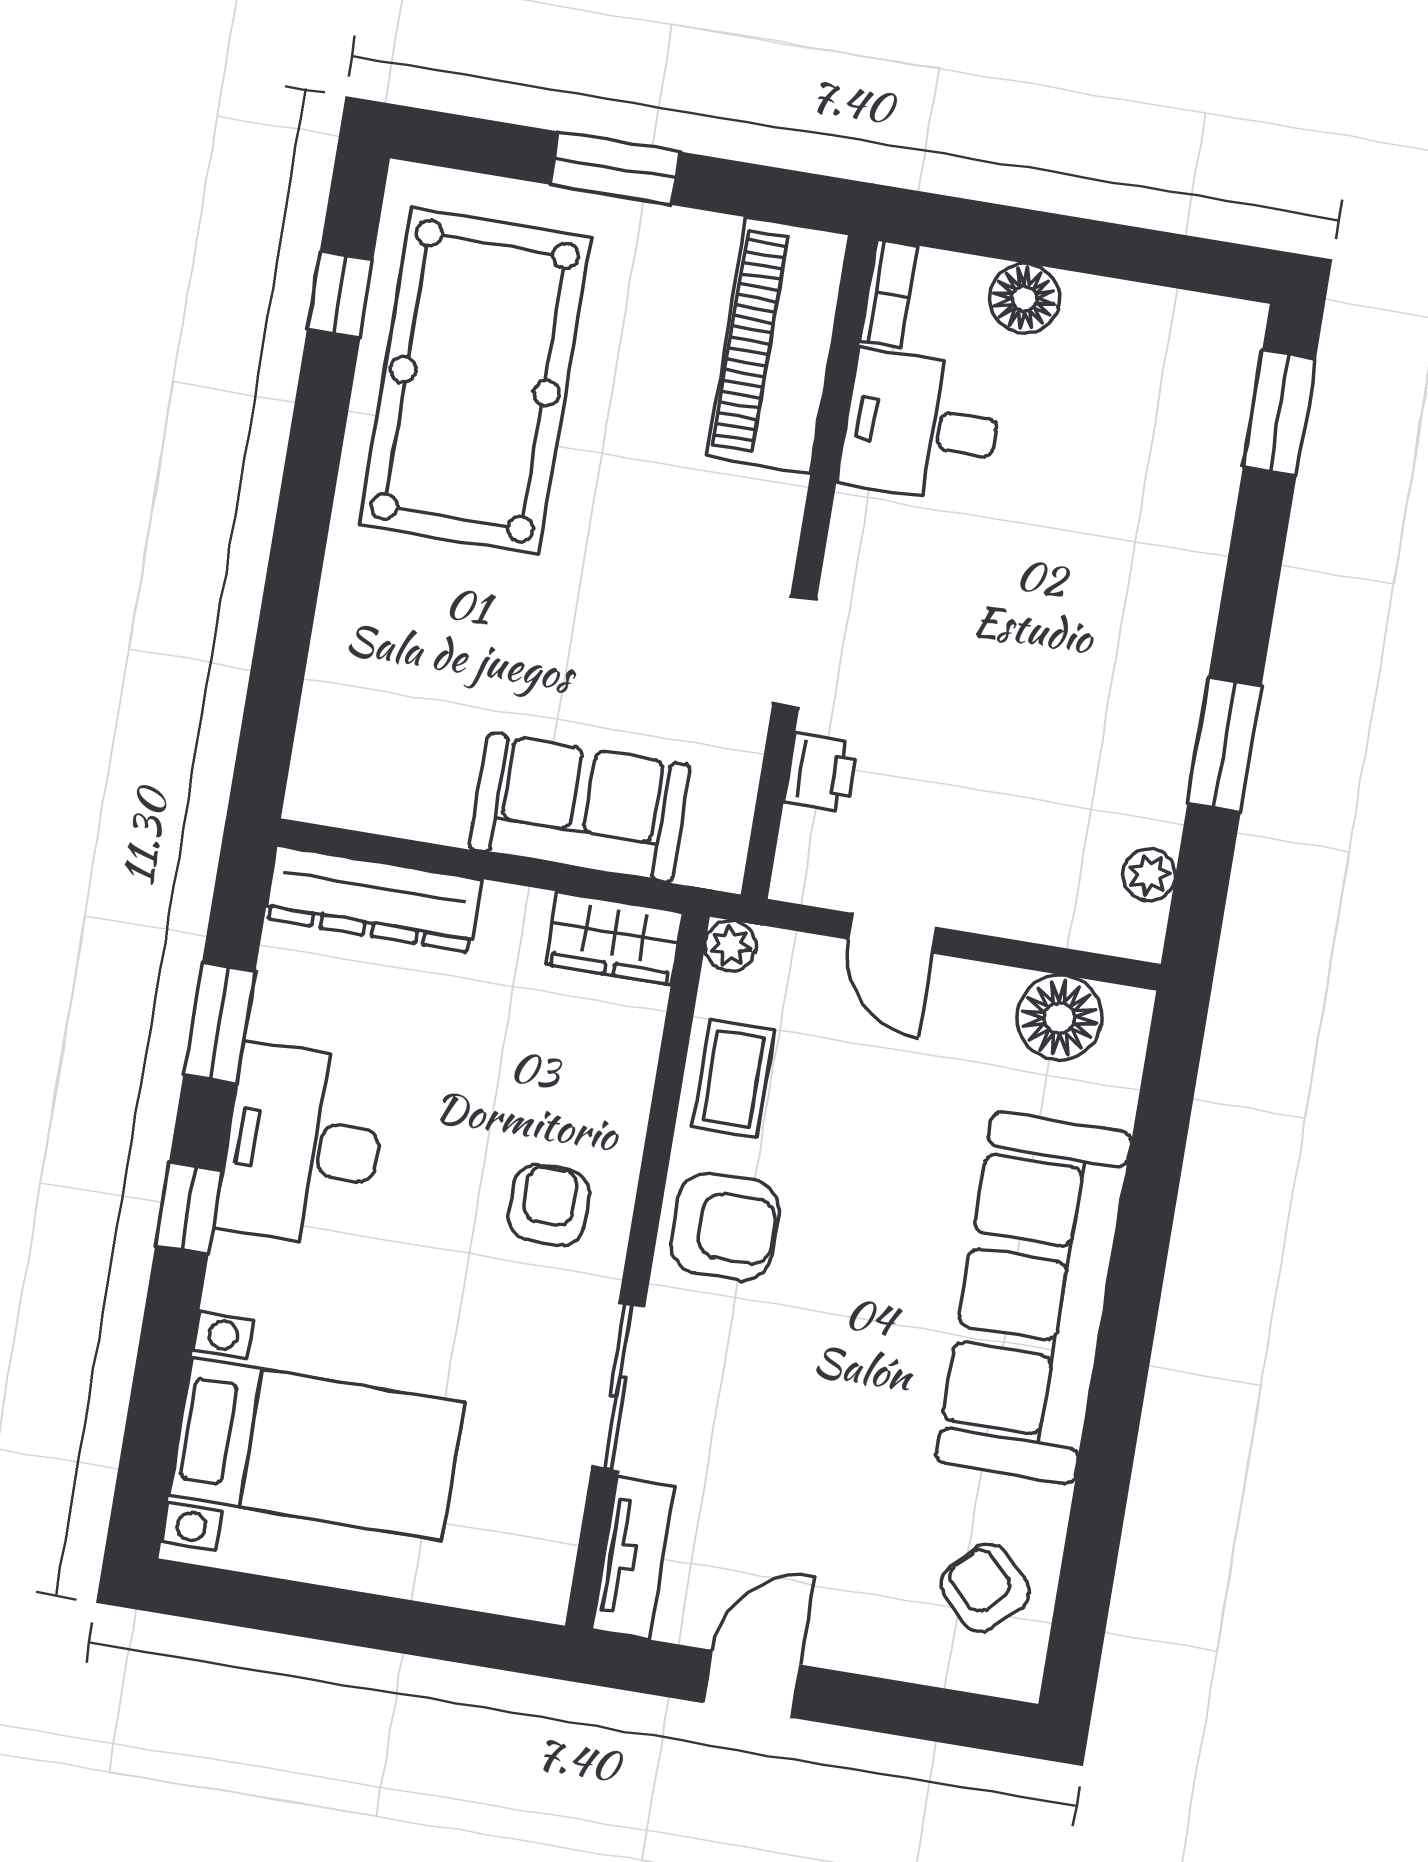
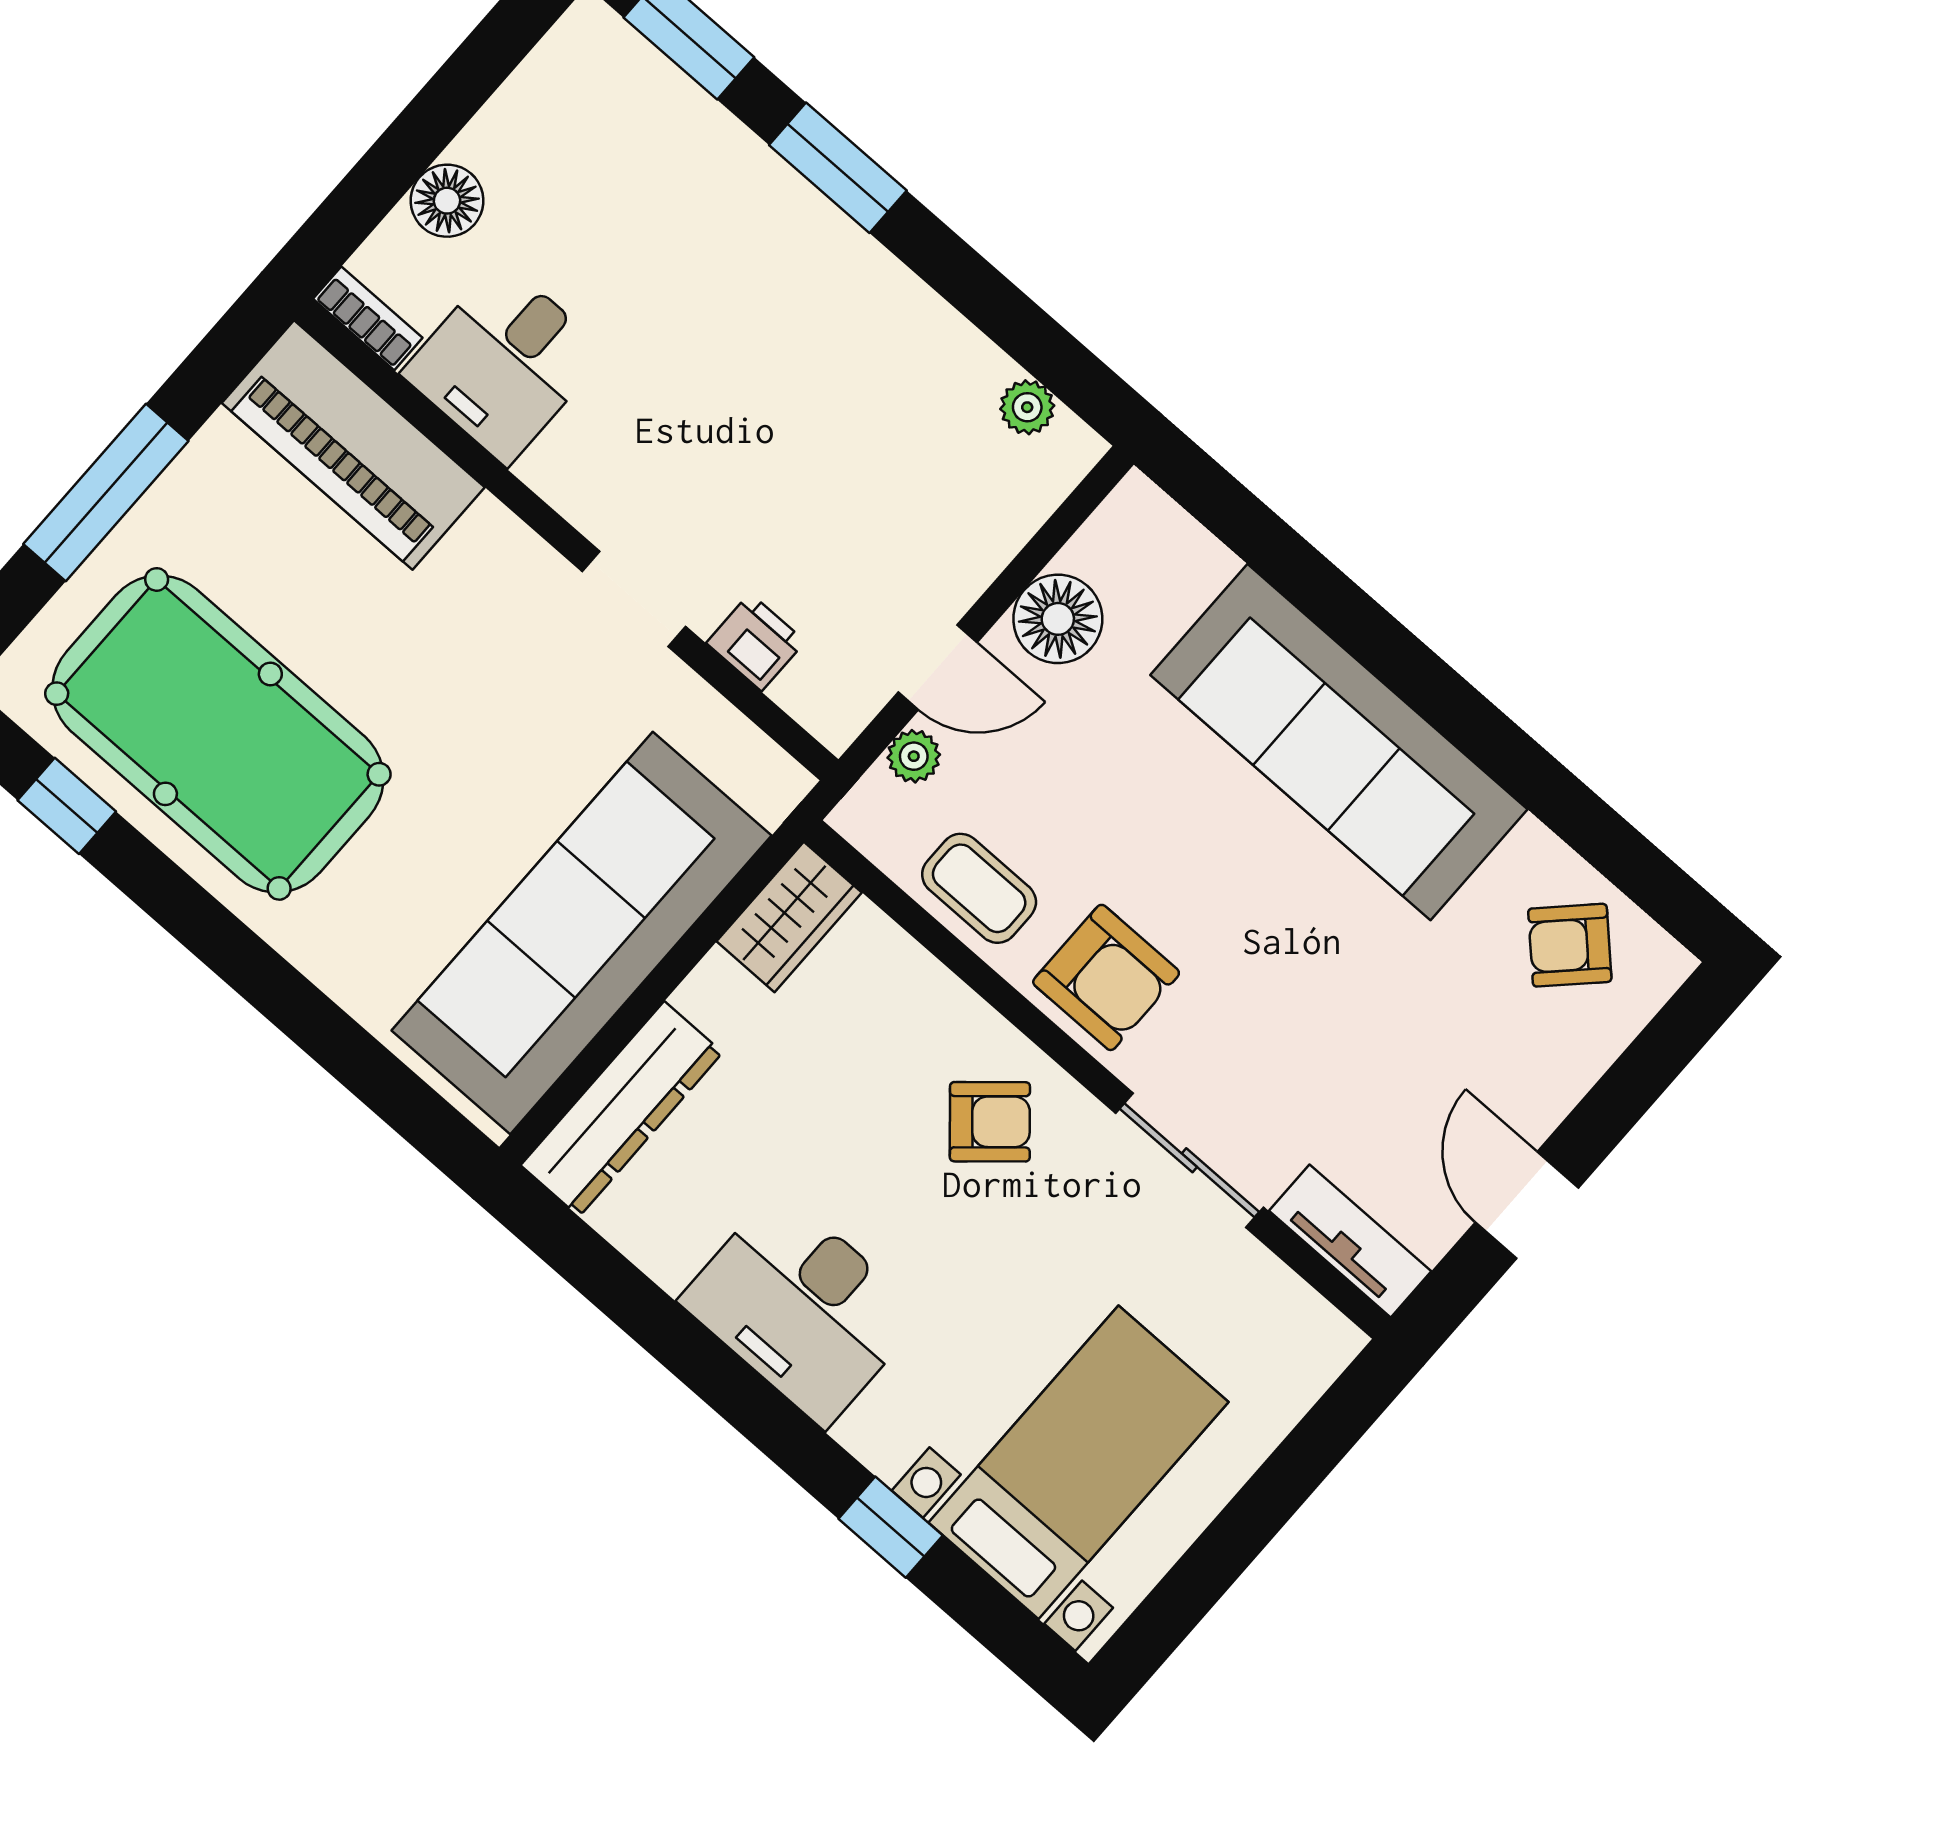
window: (615, 168) -> (106, 493), width x1.44
window: (1225, 744) -> (838, 168), moved
sofa: (580, 808) -> (581, 933), width x1.85, depth x1.27
plant: (731, 946) -> (914, 756), moved
floor lamp: (1059, 1018) -> (1058, 619), moved
window: (219, 1023) -> (647, 1314), removed
armchair: (549, 1205) -> (990, 1122), turned 139
window: (189, 1208) -> (891, 1527), moved
armchair: (725, 1227) -> (1106, 977), turned 90

